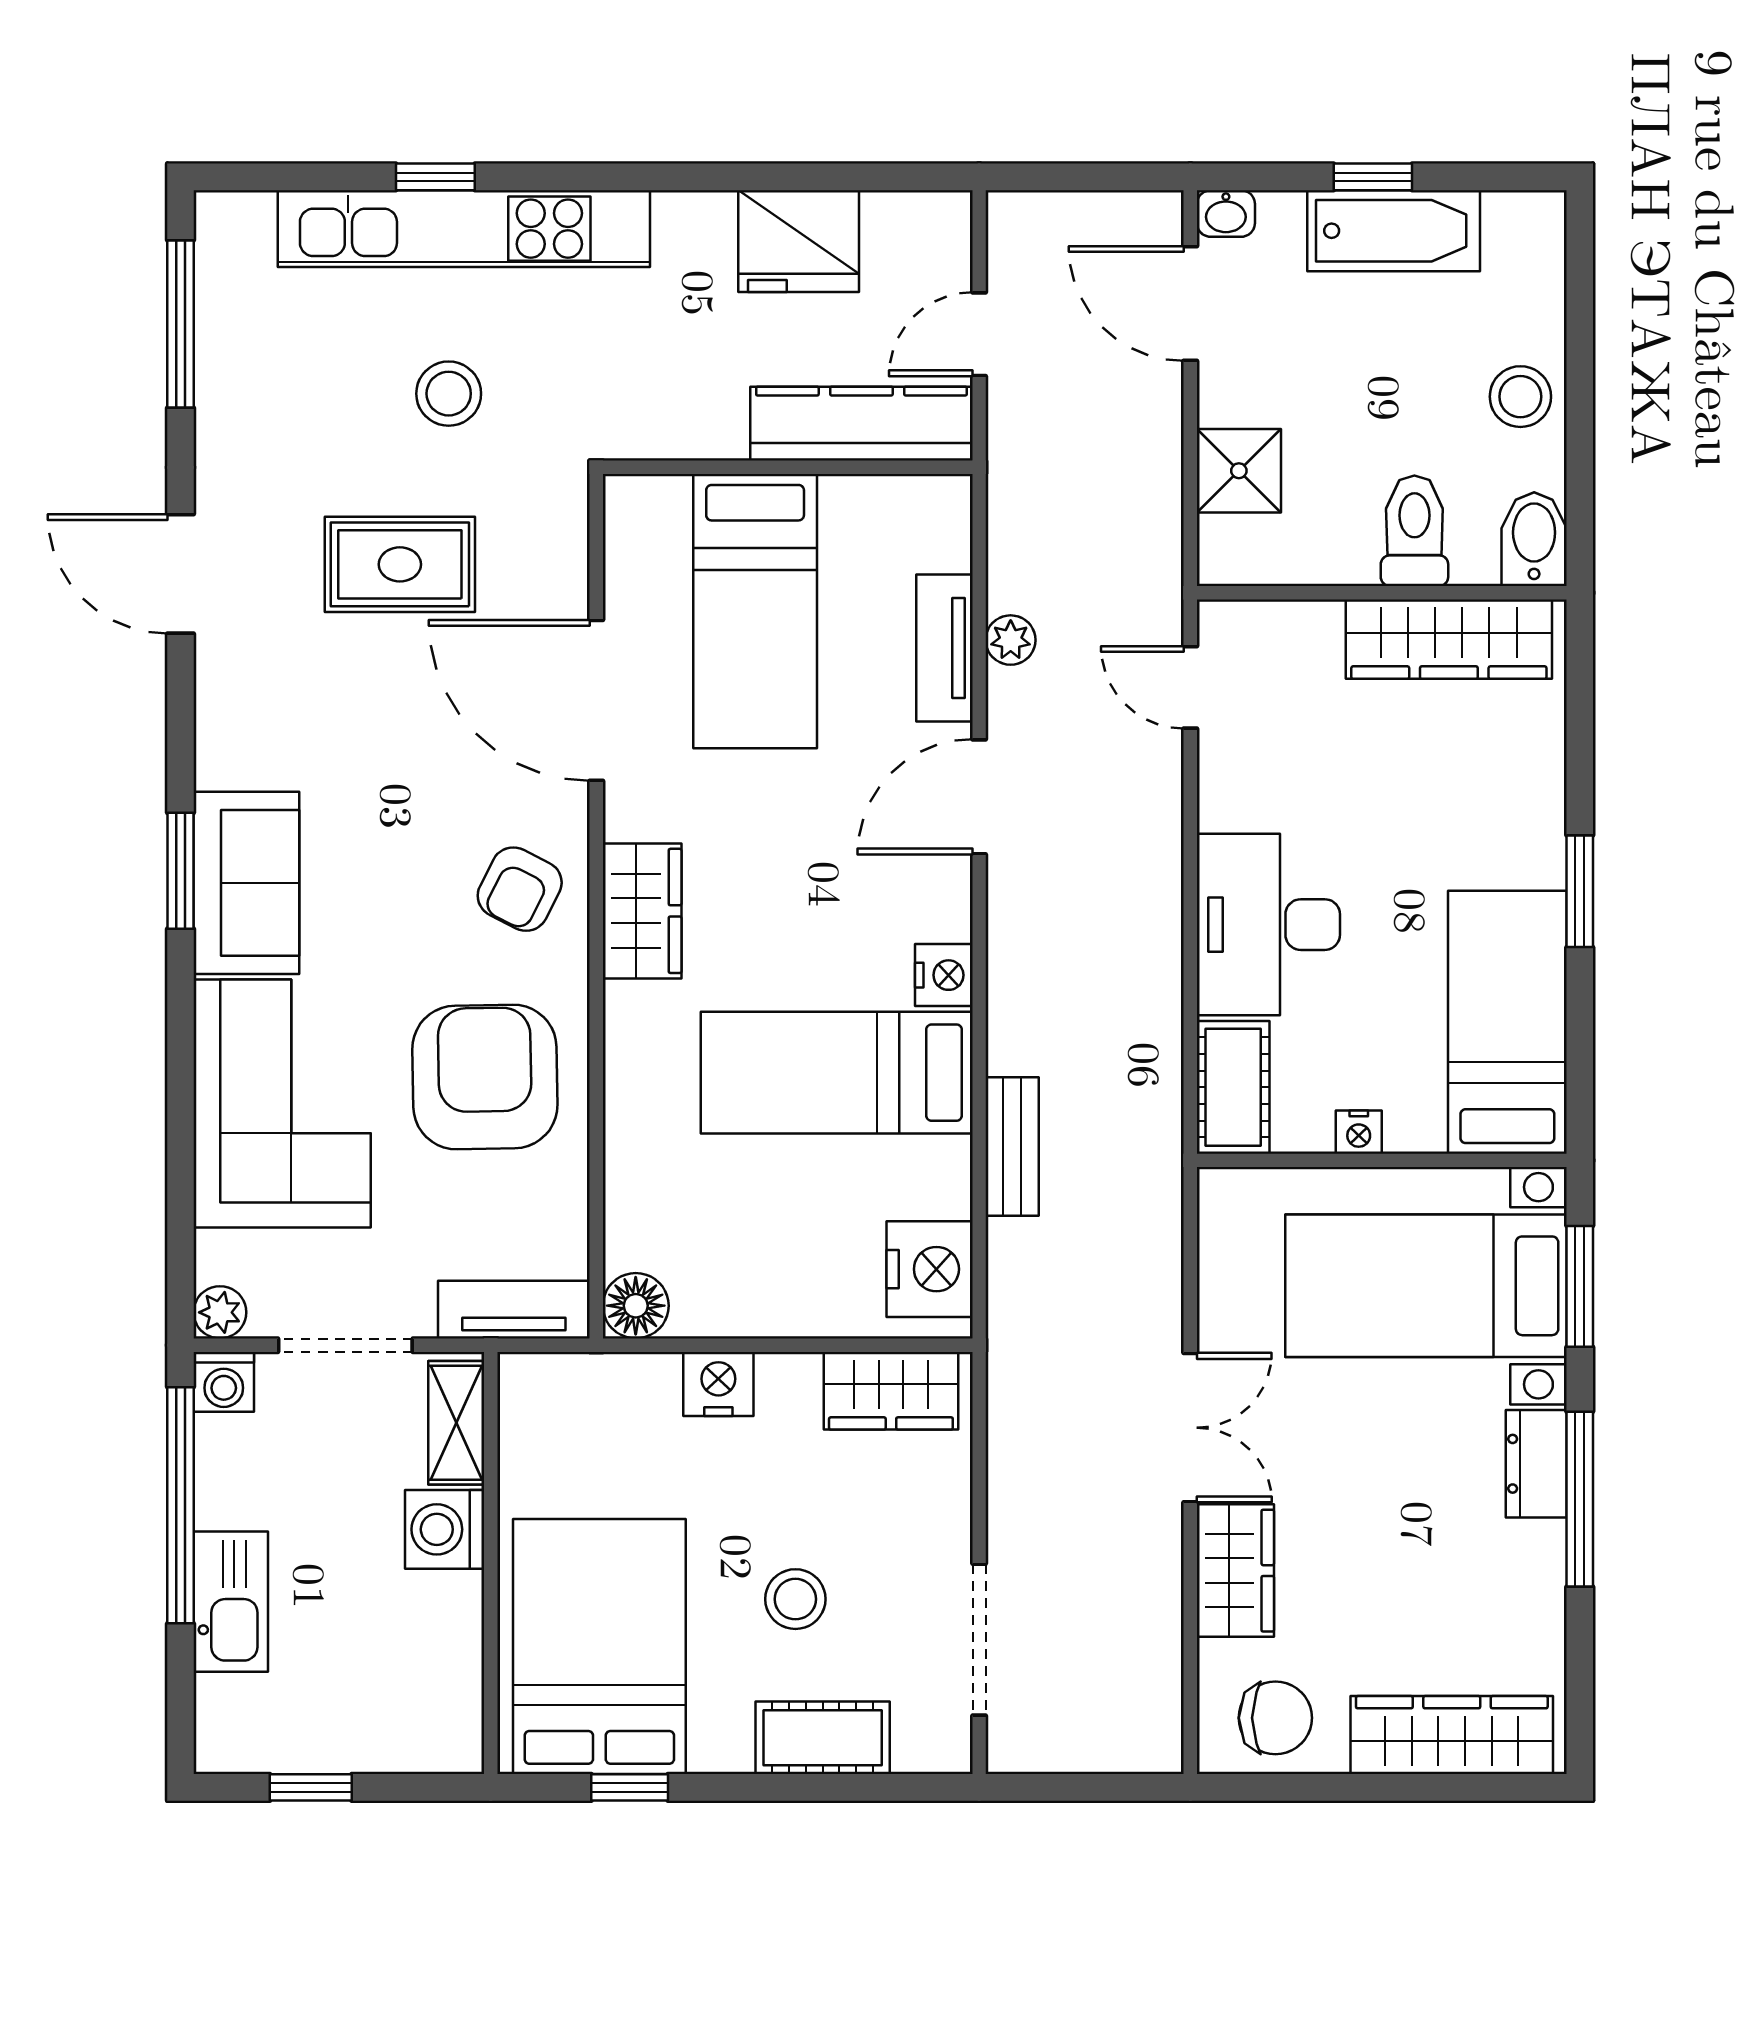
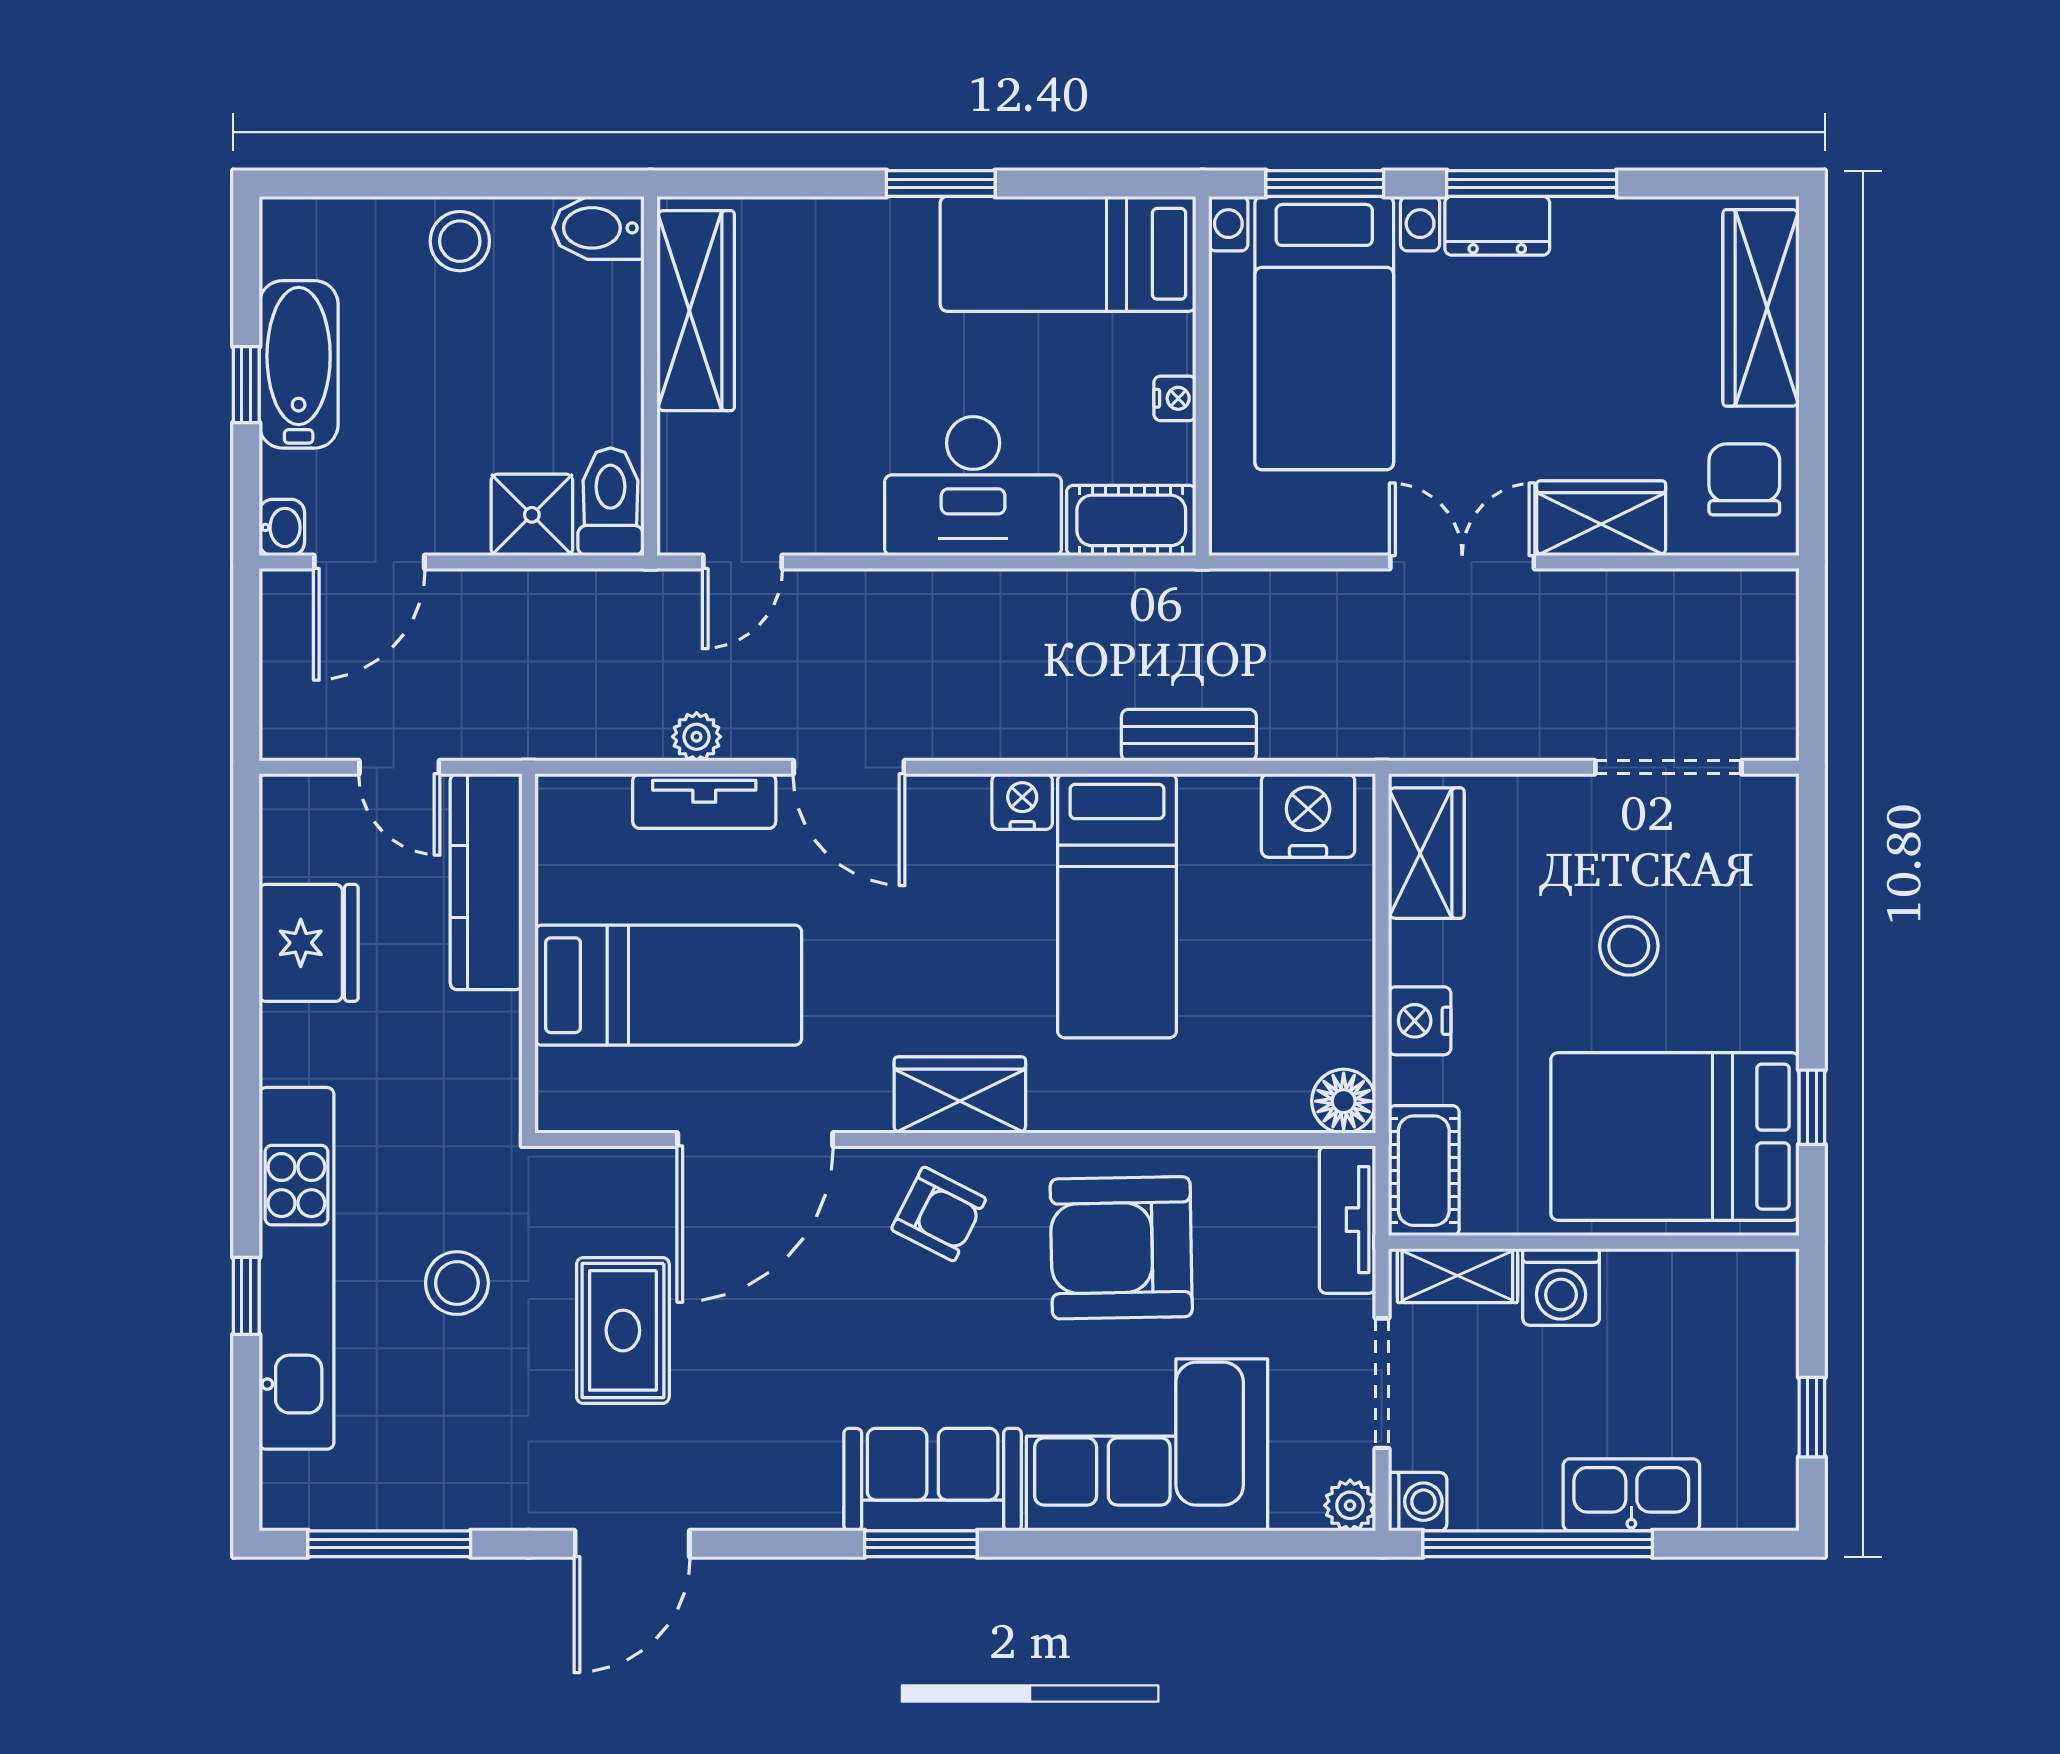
toilet: (1414, 531) -> (610, 502), moved, turned 90
cot: (823, 1738) -> (1424, 1171), moved

